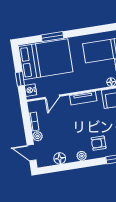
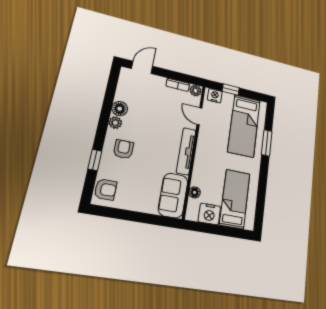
bed: (46, 59) -> (244, 126), width x0.67
tv unit: (83, 98) -> (186, 151), width x1.41
plant: (37, 136) -> (196, 91), moved
floor lamp: (60, 158) -> (120, 109), moved

